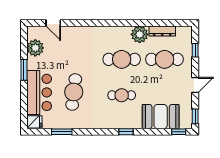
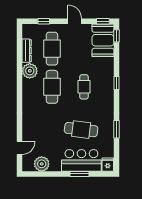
window: (24, 70) -> (79, 174), moved
booth: (161, 117) -> (103, 40), moved
window: (62, 132) -> (116, 129), moved

